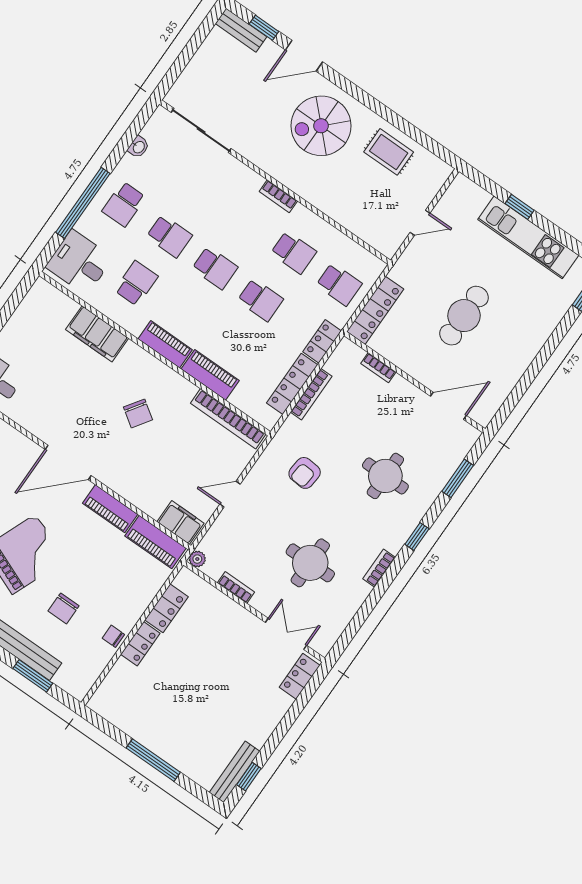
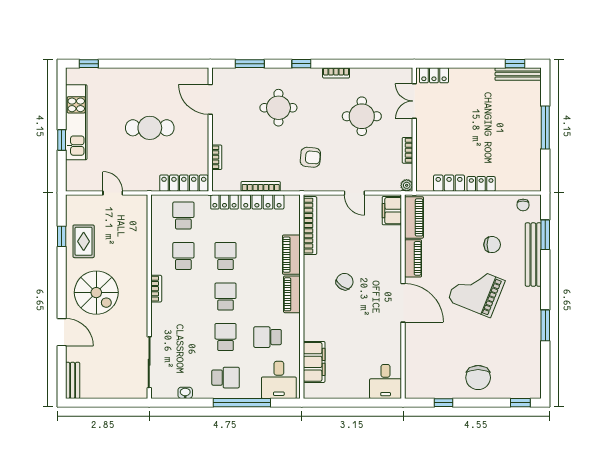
window: (264, 28) -> (62, 236), moved
filing cabinet: (97, 334) -> (314, 362), moved
chair: (113, 636) -> (523, 205), moved

